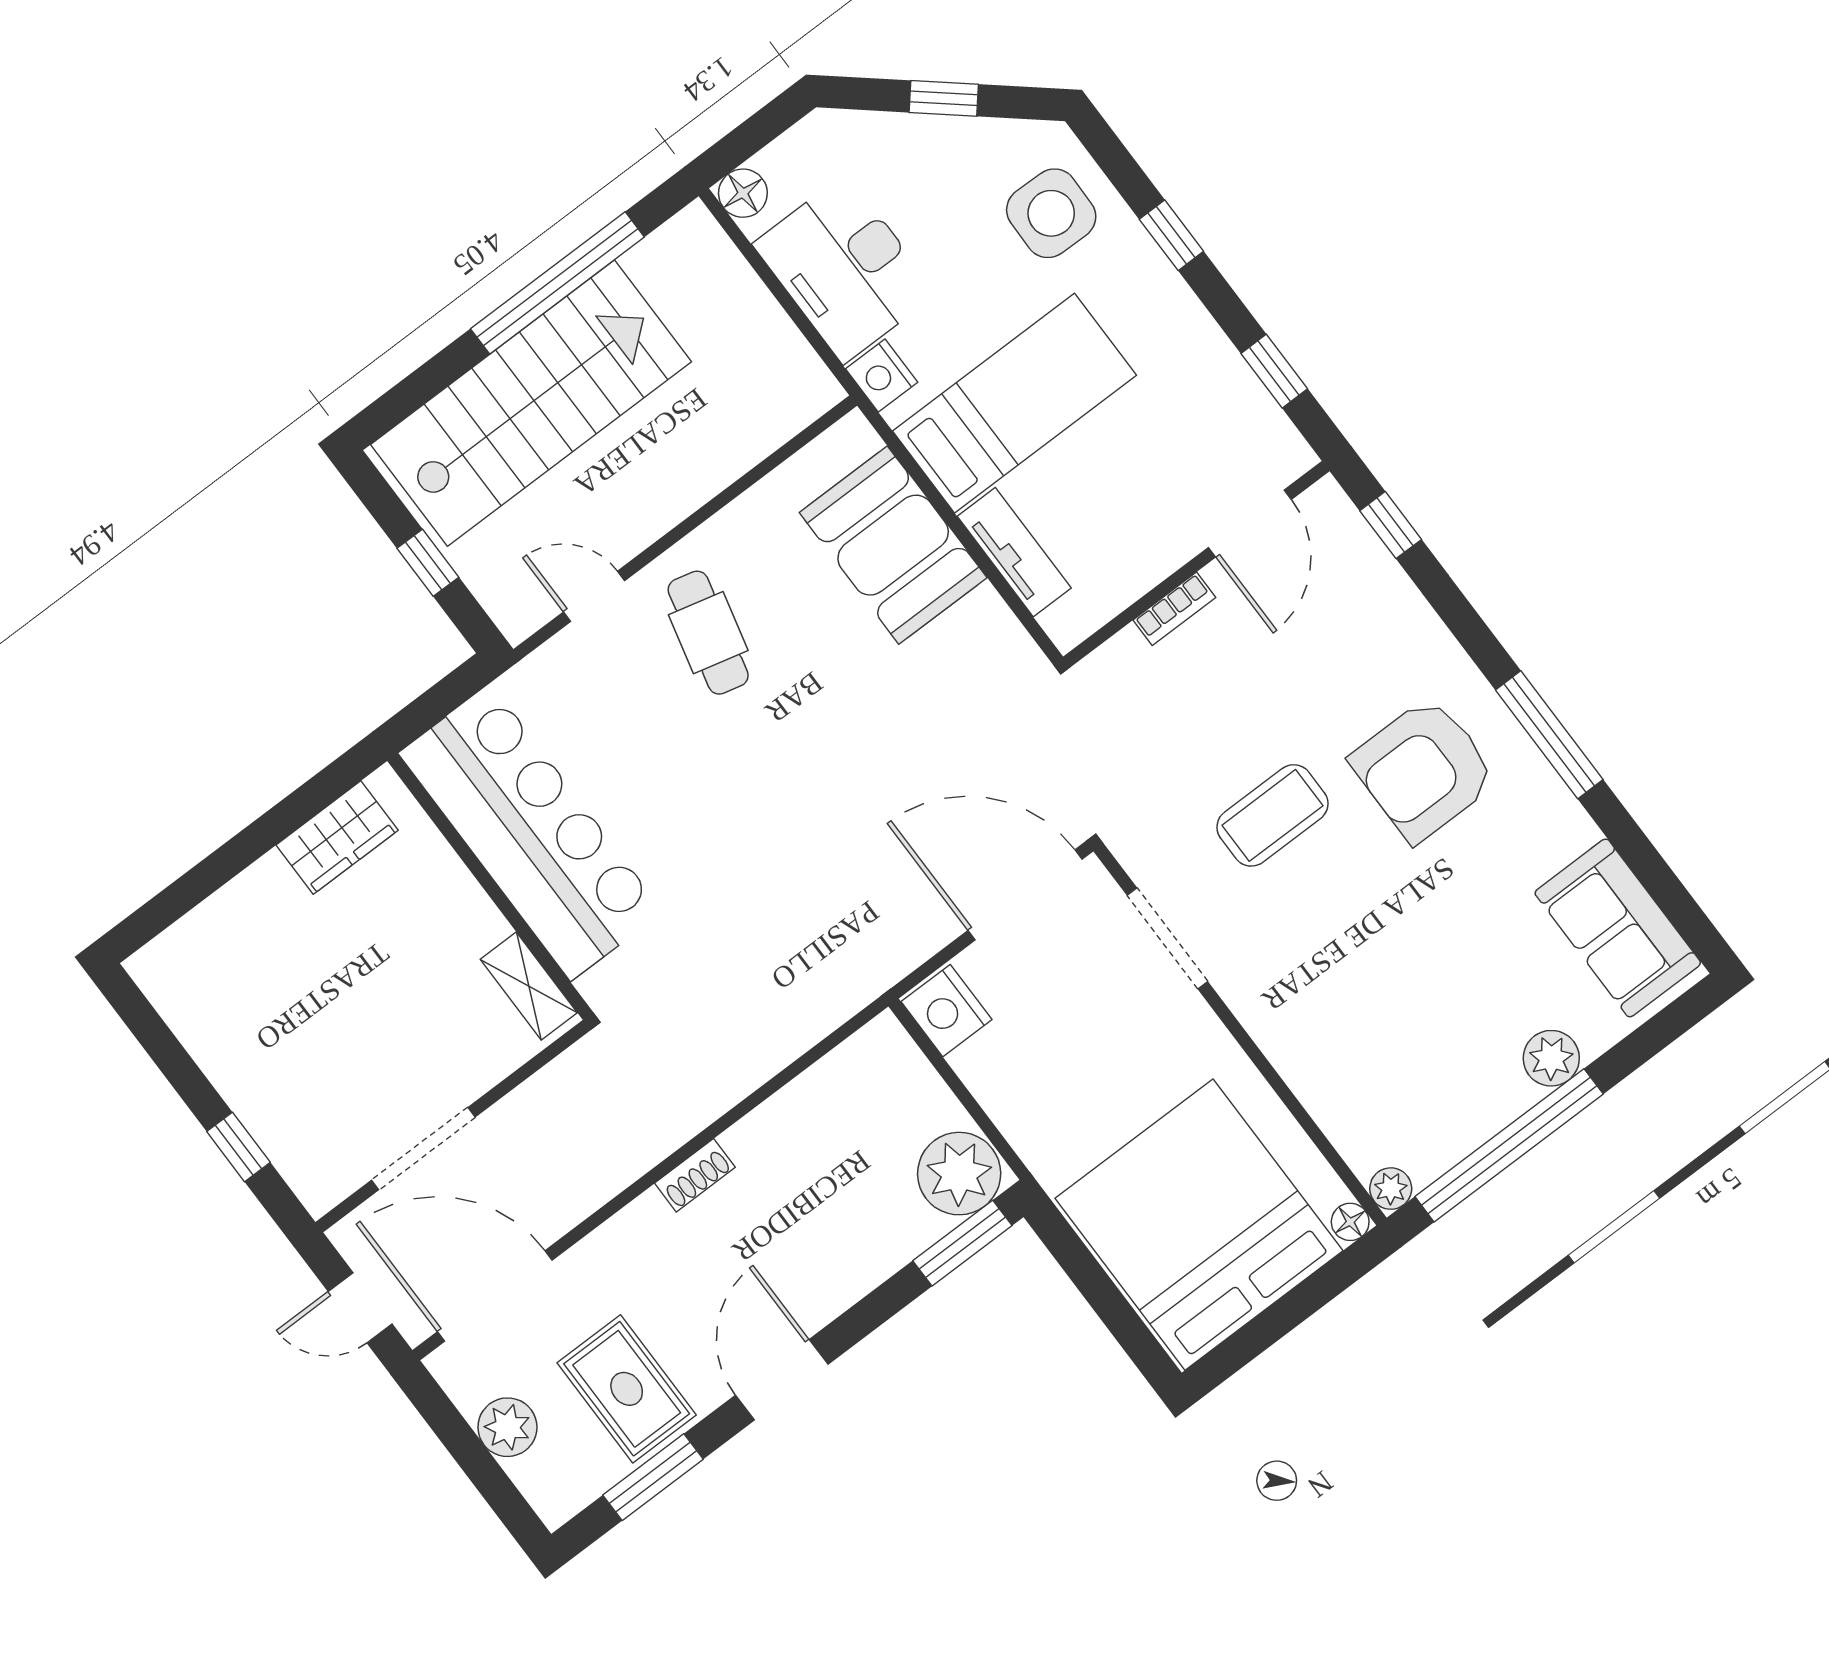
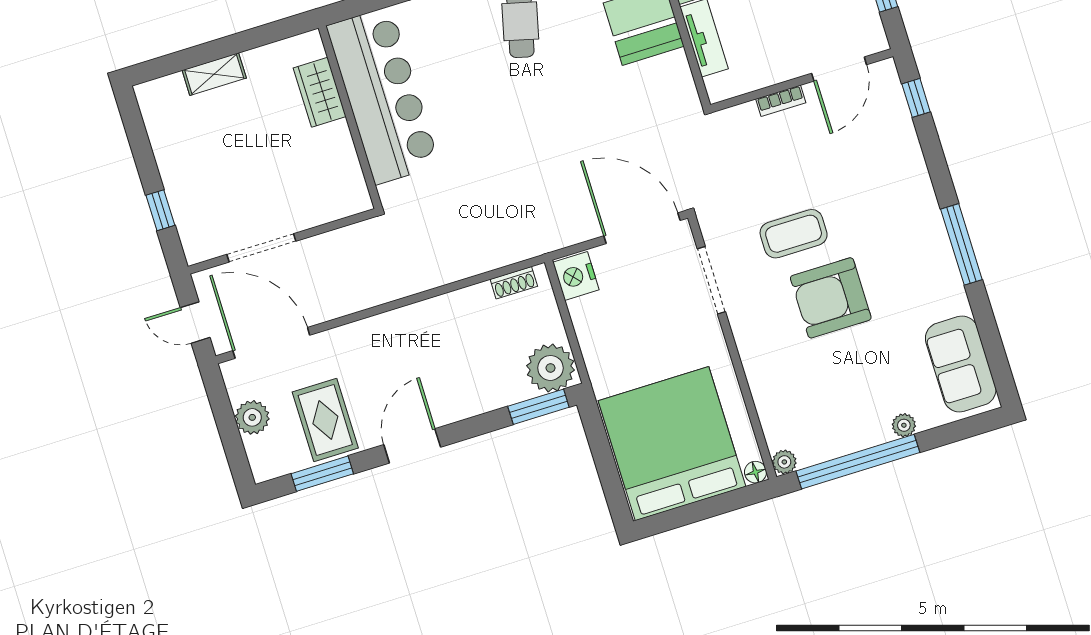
armchair: (1424, 769) -> (831, 298), moved
wardrobe: (337, 838) -> (320, 92), moved, turned 90
shelving: (529, 986) -> (214, 74), moved, turned 90
plant: (1551, 1058) -> (904, 425), width x0.73, depth x0.73
shoe rack: (695, 1175) -> (514, 283), moved

